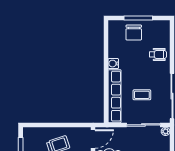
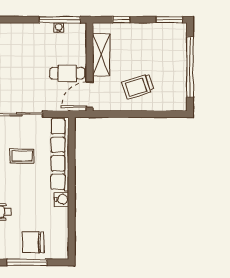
chair: (134, 33) -> (33, 242), turned -90

